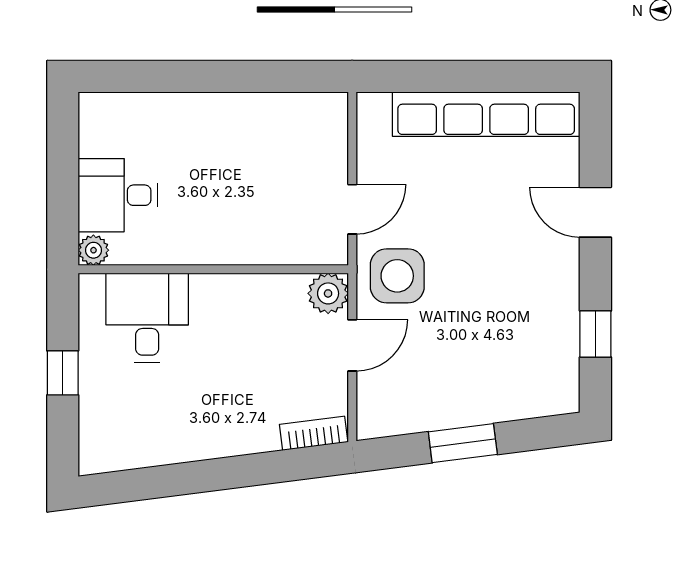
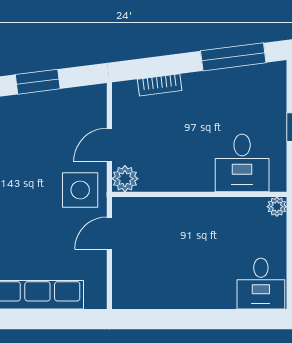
desk: (118, 195) -> (261, 284), moved, turned 90
bookcase: (314, 433) -> (160, 85), moved
window: (161, 482) -> (233, 57), added

